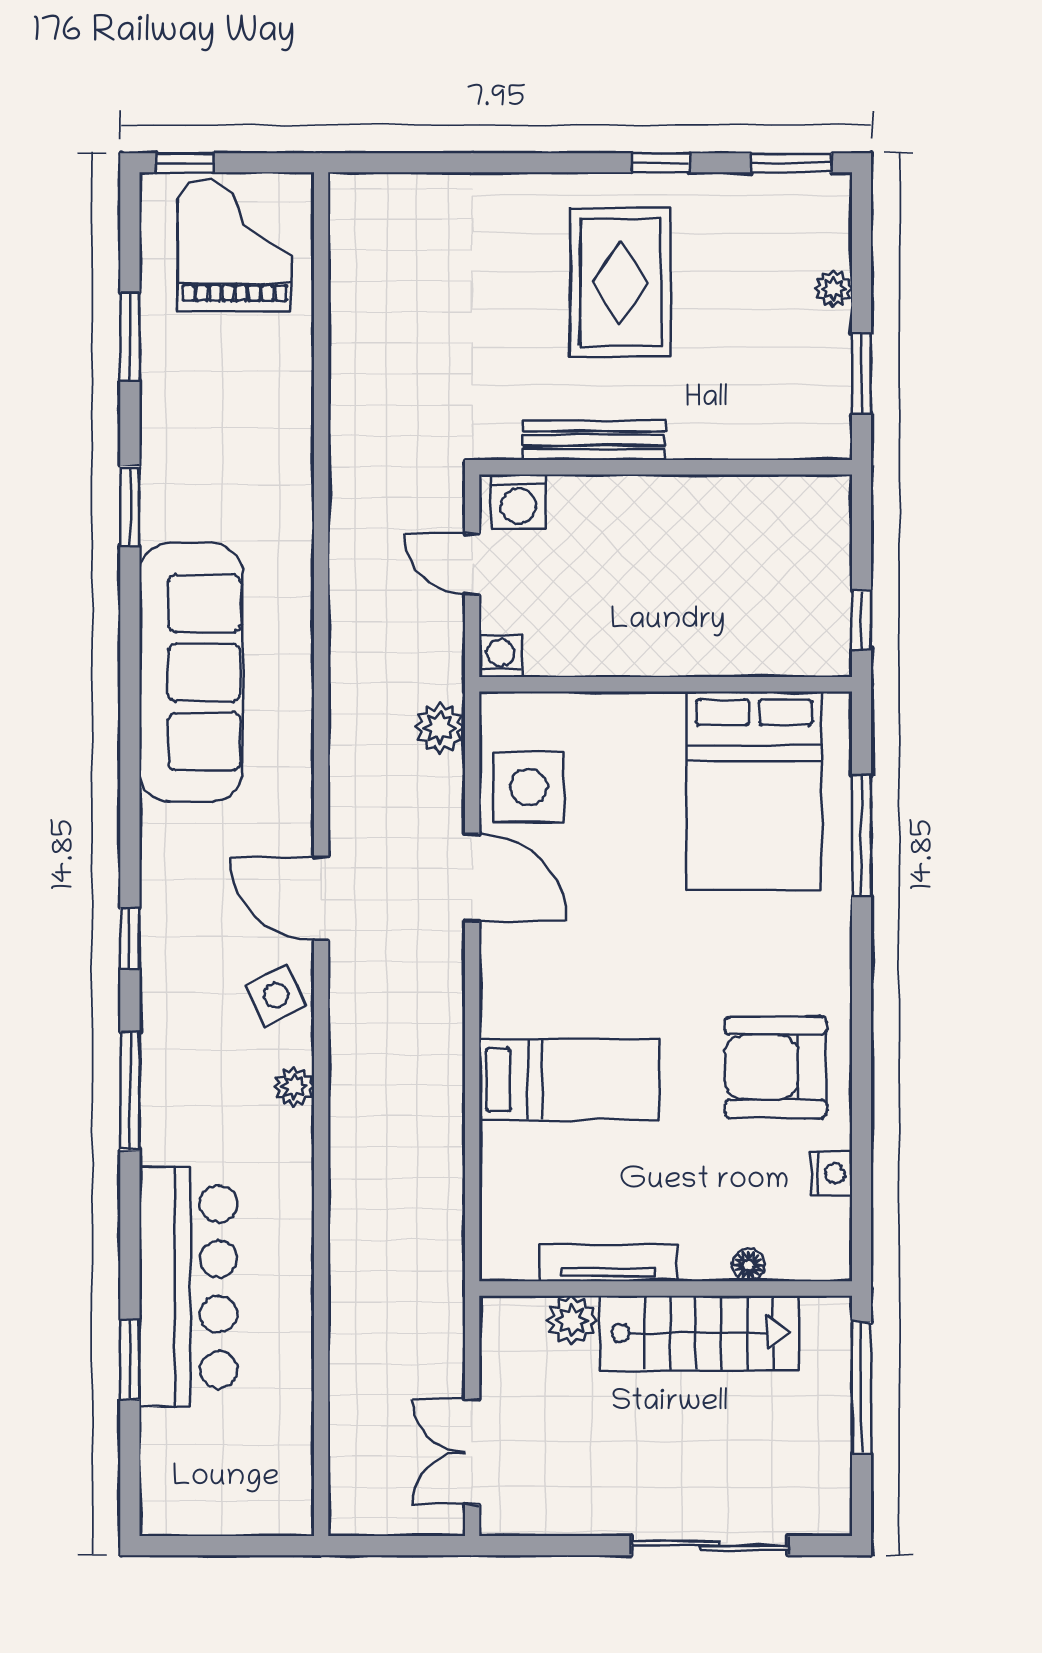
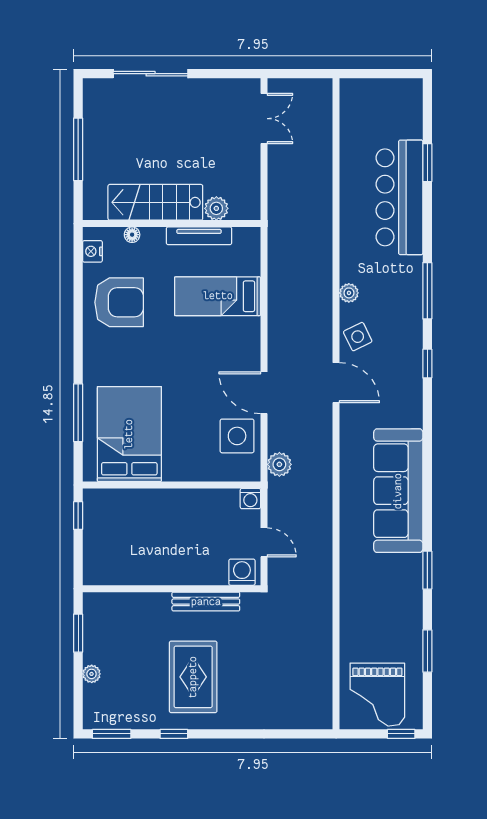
tv unit: (608, 1263) -> (199, 236), moved
floor lamp: (748, 1265) -> (132, 235), moved
wall: (666, 1288) -> (172, 224), moved
plant: (572, 1320) -> (216, 208), moved
stairs: (700, 1333) -> (155, 202), moved

